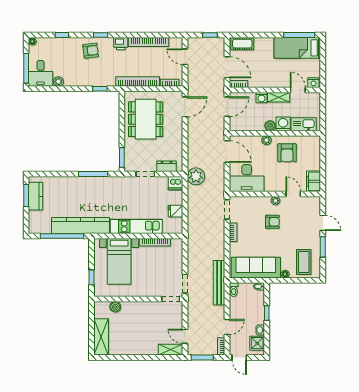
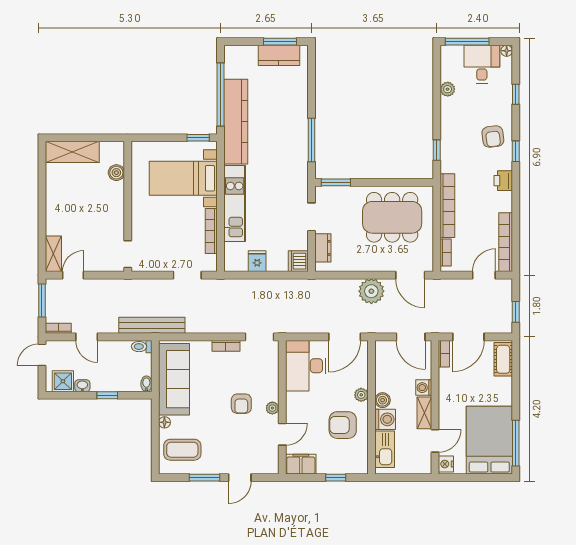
bookcase: (149, 42) -> (506, 242), moved
bed: (297, 48) -> (489, 440), width x1.50
desk: (40, 73) -> (482, 64), moved, turned 90
window: (323, 158) -> (336, 478), added
plant: (196, 176) -> (371, 291), moved
window: (92, 277) -> (198, 138), moved
doorway: (185, 284) -> (187, 275), moved

